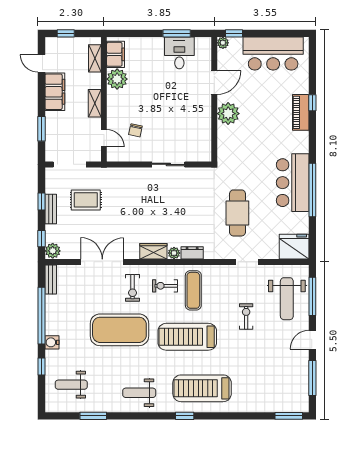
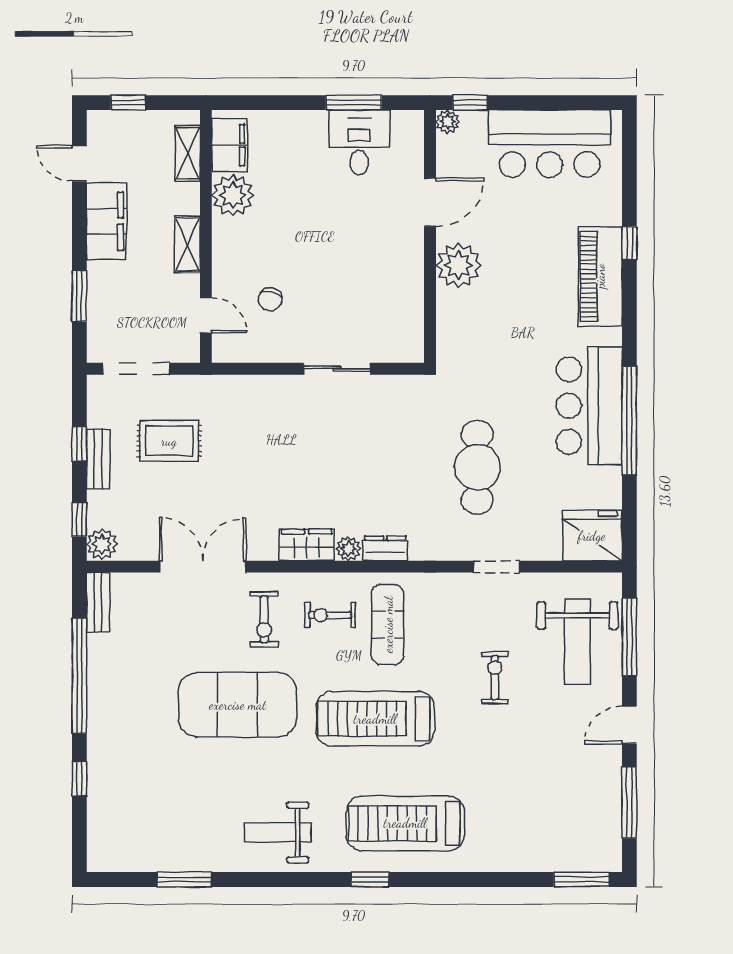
piano: (301, 112) -> (600, 276), width x1.37, depth x1.33
water cooler: (52, 342) -> (100, 730), removed
weight bench: (71, 385) -> (140, 816), removed

